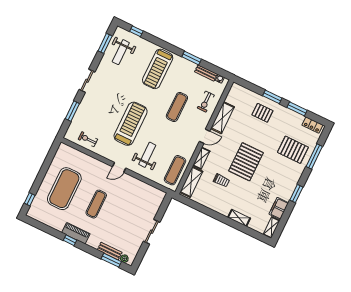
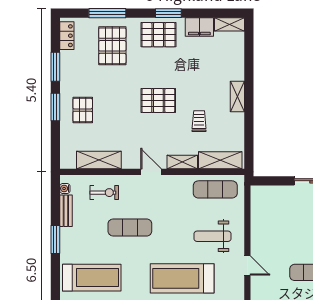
shelving: (223, 118) -> (99, 160), moved
pallet: (246, 162) -> (158, 101), width x0.73, depth x0.71
pallet: (286, 181) -> (158, 35), added
shelving: (239, 218) -> (237, 97), moved

